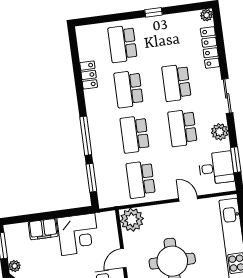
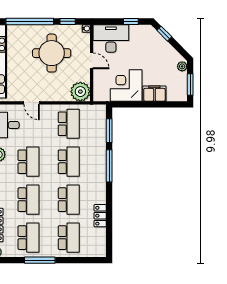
window: (154, 12) -> (40, 260), width x2.17
school desk: (170, 37) -> (29, 238), added
door: (123, 258) -> (92, 61), hinge flipped

